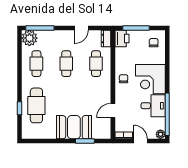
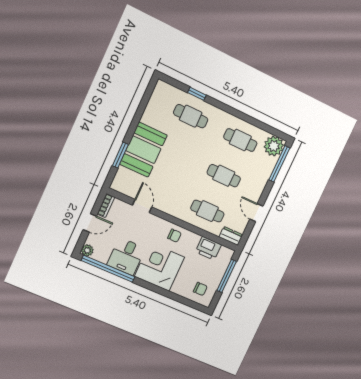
printer: (122, 39) -> (208, 248), moved
cafe table: (36, 105) -> (191, 116), width x0.73, depth x0.74

